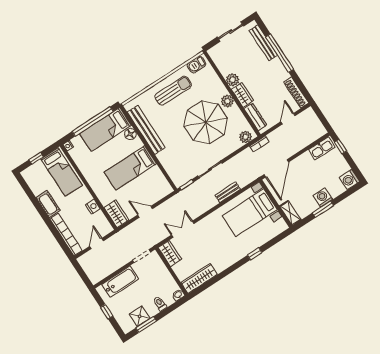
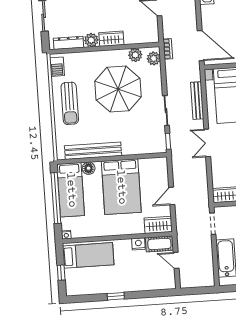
sun lounger: (173, 91) -> (70, 103), turned 180
plant: (227, 101) -> (135, 55), moved
dresser: (255, 117) -> (69, 43), moved
bed: (130, 168) -> (121, 187), width x1.50
bench: (228, 192) -> (197, 101), width x1.36
cot: (48, 204) -> (159, 244), moved
window: (42, 212) -> (116, 296), added
double door: (183, 229) -> (207, 143), moved
bookcase: (66, 235) -> (151, 285), removed

